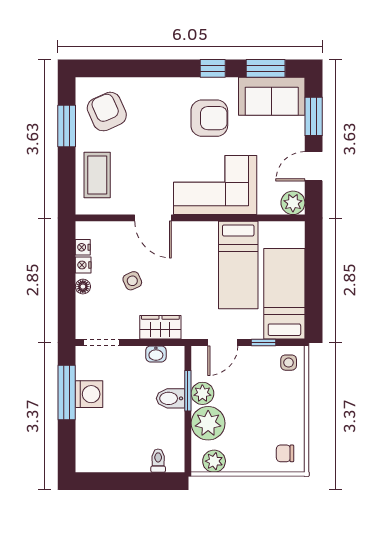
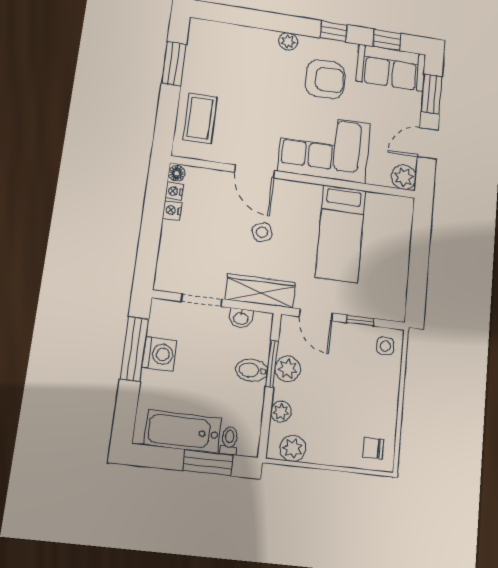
window: (266, 68) -> (387, 40), width x0.67
plant: (170, 86) -> (288, 41), added
armchair: (107, 112) -> (218, 56), removed
side table: (132, 281) -> (262, 232), moved
floor lamp: (83, 287) -> (177, 173), moved
bed: (284, 294) -> (387, 271), removed
wardrobe: (160, 327) -> (260, 291), width x1.50
doorway: (101, 342) -> (202, 300), moved
door: (223, 342) -> (316, 315), hinge flipped
plant: (208, 423) -> (281, 412), width x0.53, depth x0.53
bathtub: (118, 458) -> (183, 432), added
window: (142, 481) -> (208, 463), added

